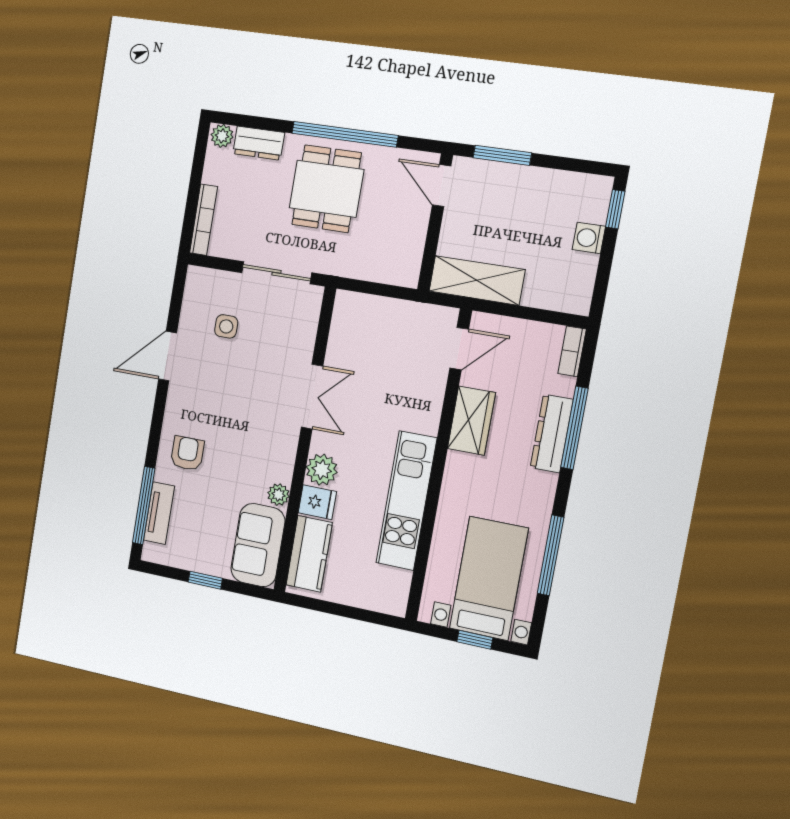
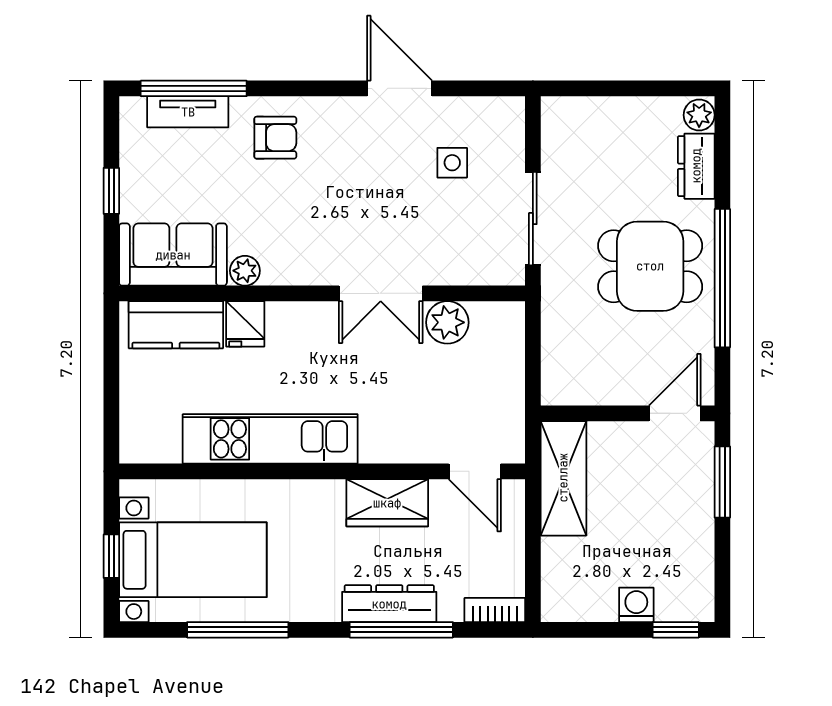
bookcase: (204, 220) -> (587, 108), removed
plant: (322, 470) -> (447, 322), moved

